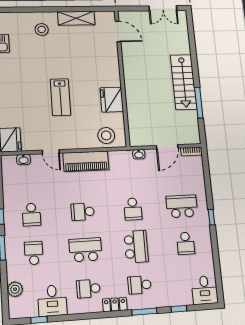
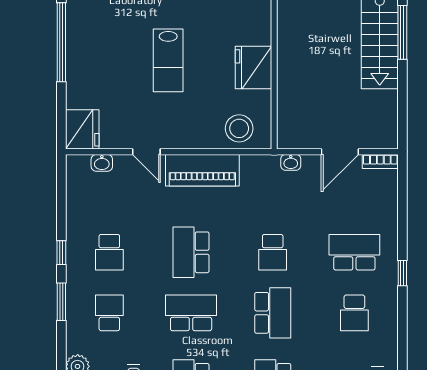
window: (199, 103) -> (402, 32), moved
school desk: (83, 212) -> (191, 252), width x1.85

